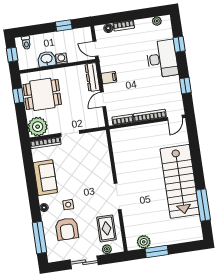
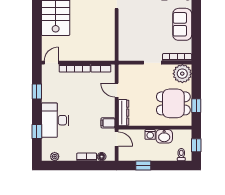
filing cabinet: (109, 78) -> (108, 123), moved
door: (103, 99) -> (117, 90), swing flipped

